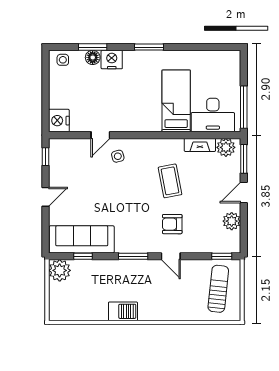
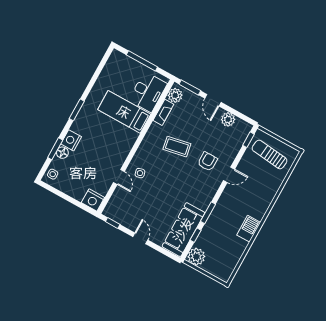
window: (244, 107) -> (142, 61), moved
armchair: (172, 224) -> (207, 161), turned 180
window: (133, 256) -> (208, 213), moved

